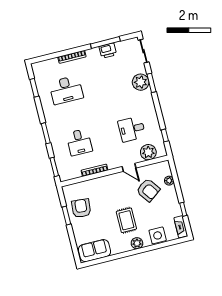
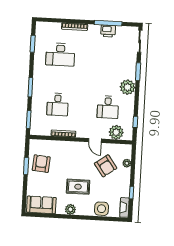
plant: (141, 82) -> (128, 87), moved
desk: (132, 129) -> (108, 107), turned -90
rug: (126, 220) -> (78, 187), turned 90
plant: (137, 243) -> (70, 209), moved

